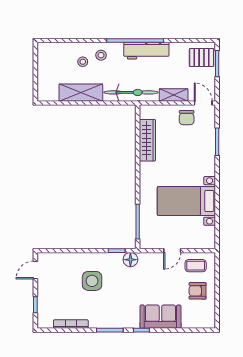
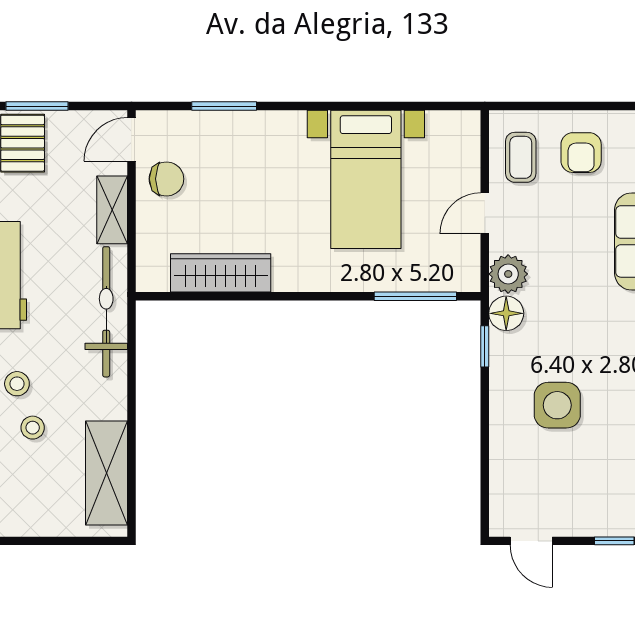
shelving: (81, 93) -> (107, 473), moved
door: (172, 251) -> (485, 213), swing flipped
plant: (147, 260) -> (508, 274), added

